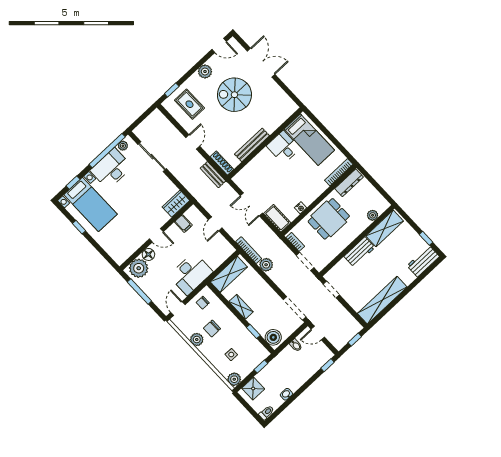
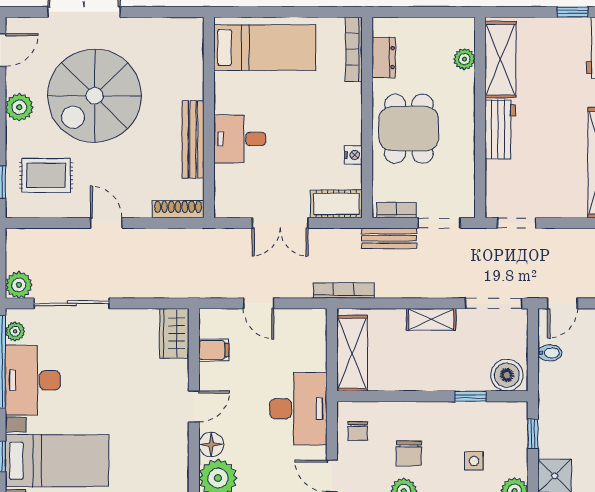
spiral stairs: (234, 95) -> (95, 96), width x1.37, depth x1.37
desk: (283, 147) -> (240, 139), moved
bench: (213, 175) -> (389, 238), moved
dresser: (349, 183) -> (384, 58), width x0.70
plant: (266, 265) -> (19, 285), moved
shelving: (241, 307) -> (431, 319), moved

